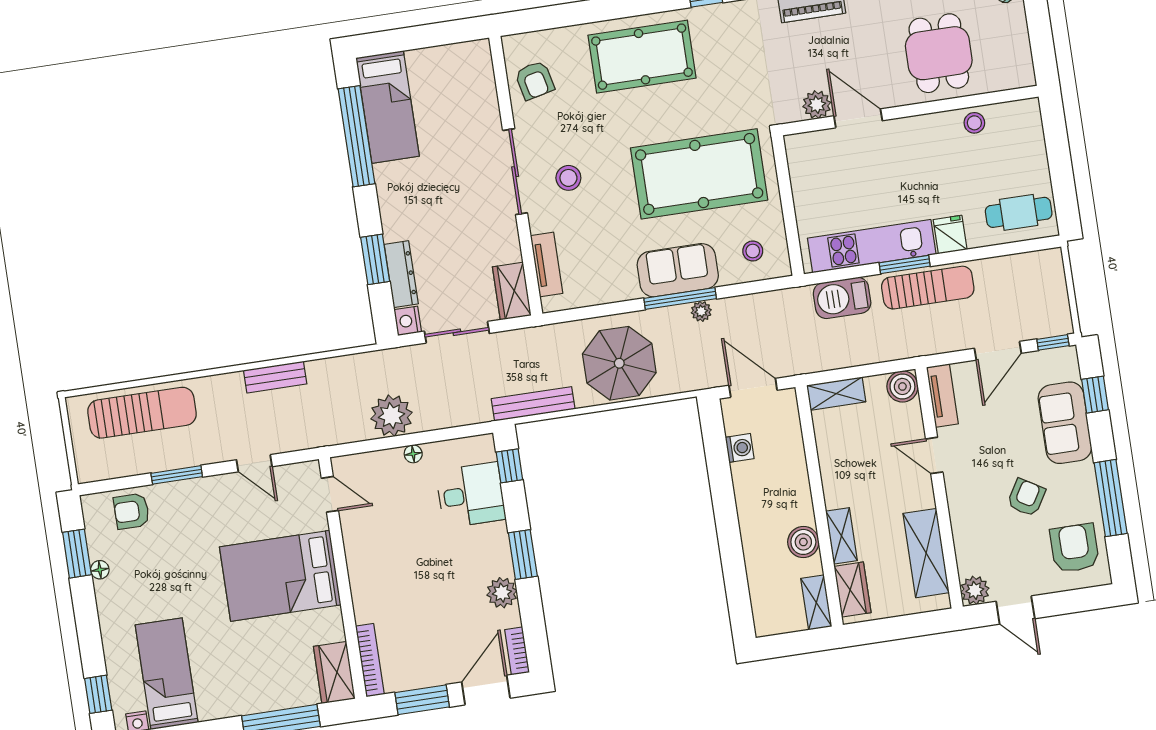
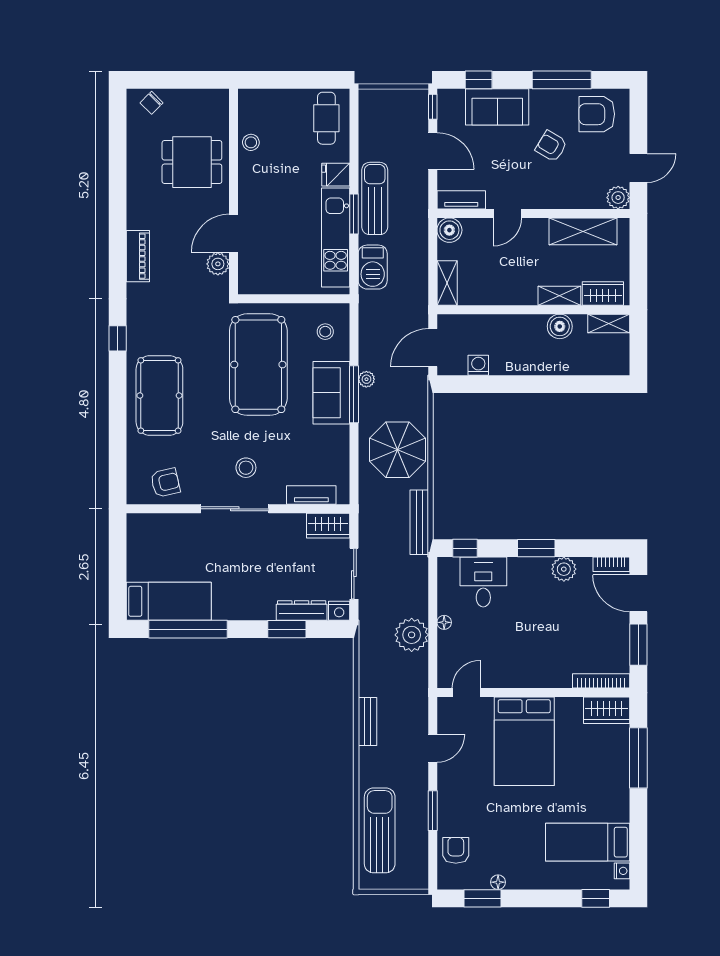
armchair: (132, 511) -> (456, 850), turned 180

